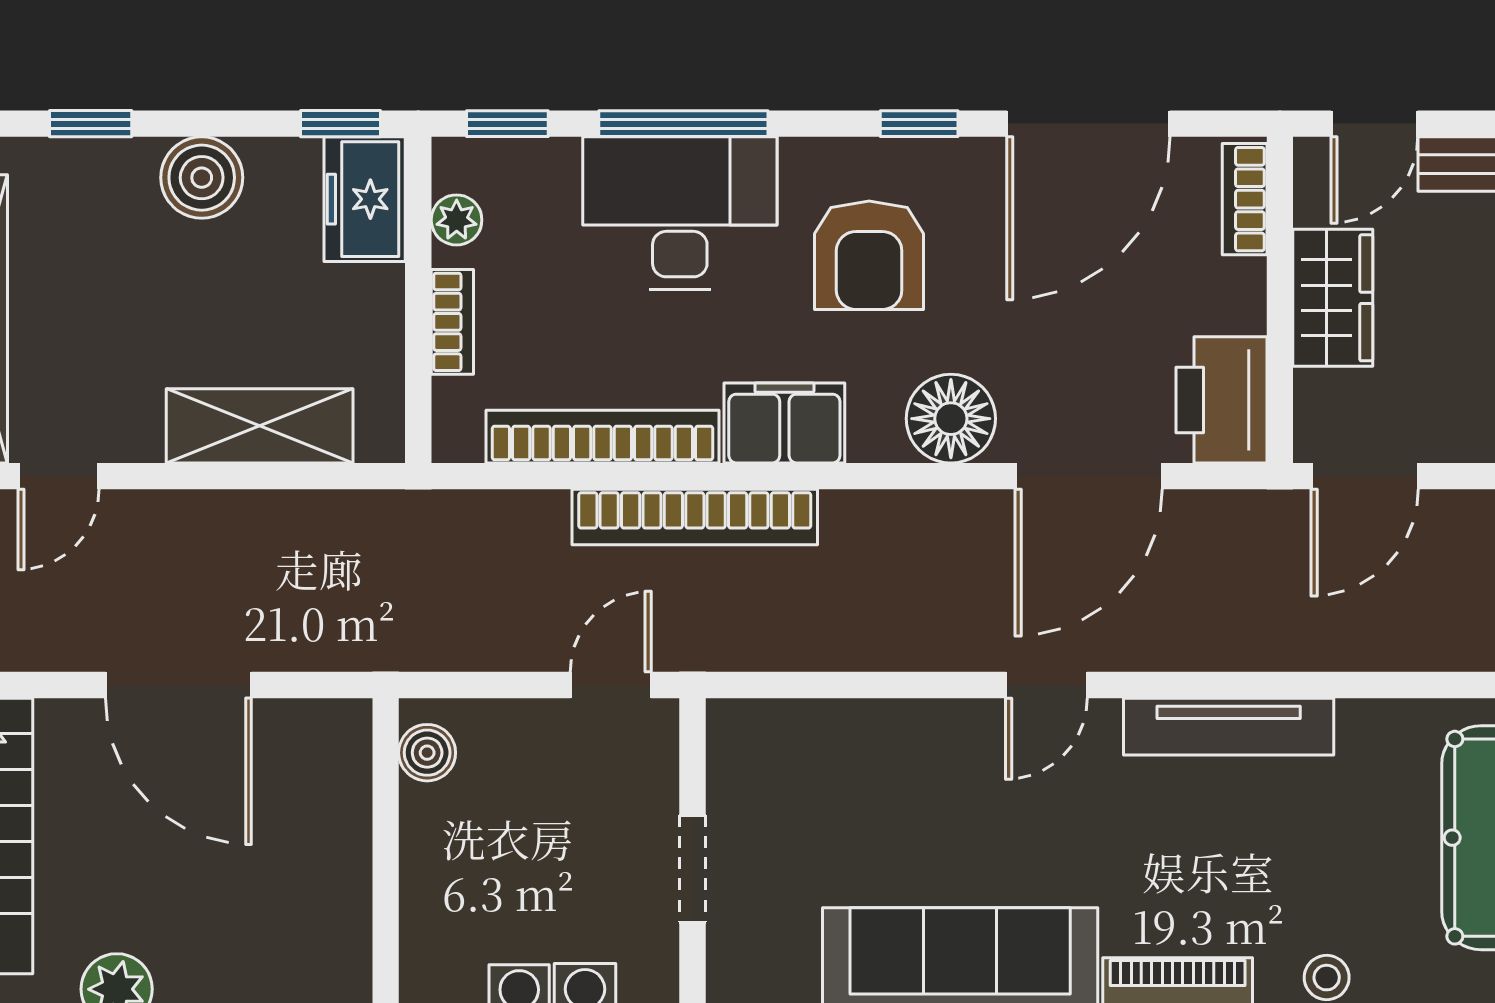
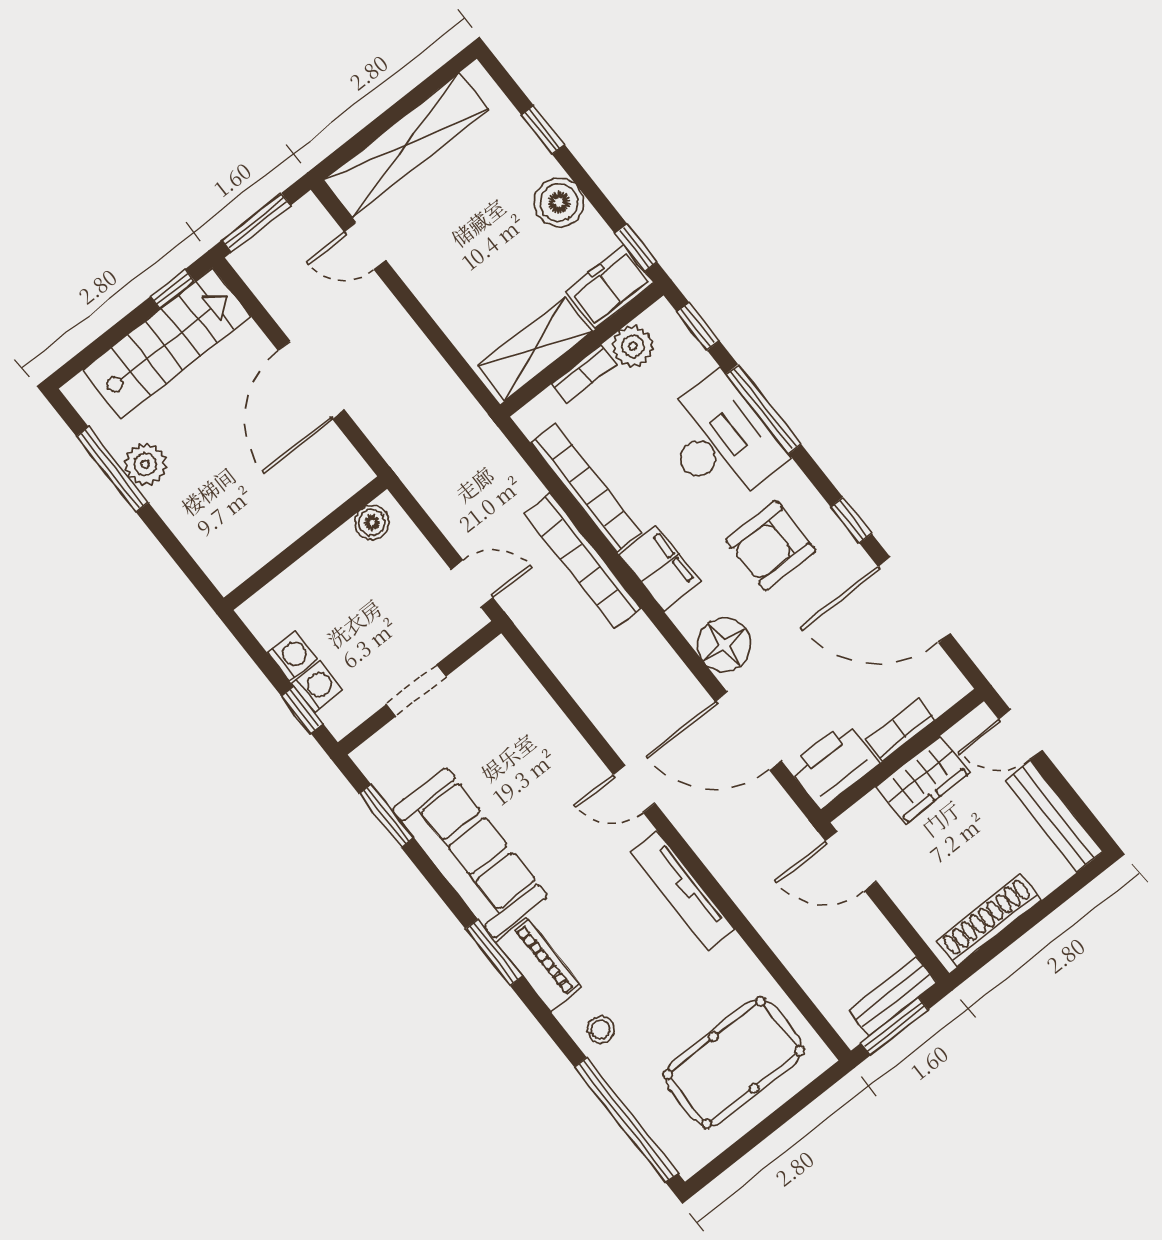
bookcase: (1245, 199) -> (901, 730), moved
plant: (457, 220) -> (633, 346), width x1.38, depth x1.38
shelving: (260, 426) -> (535, 349), moved, turned 90

